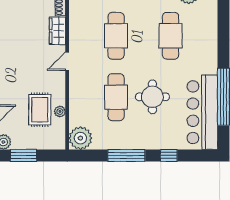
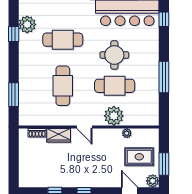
cafe table: (116, 36) -> (63, 86), turned 90
rug: (40, 110) -> (139, 157), moved
plant: (80, 138) -> (114, 116), moved
window: (169, 155) -> (164, 19), moved

